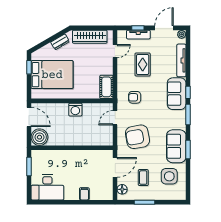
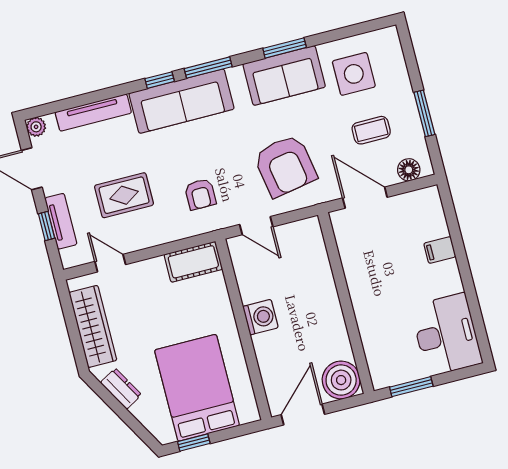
sofa: (177, 94) -> (182, 101), width x1.36

